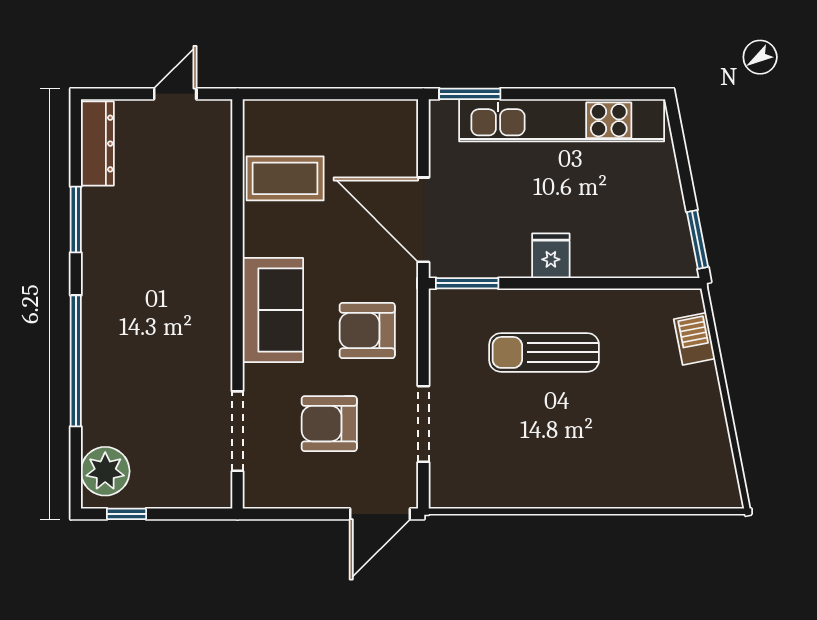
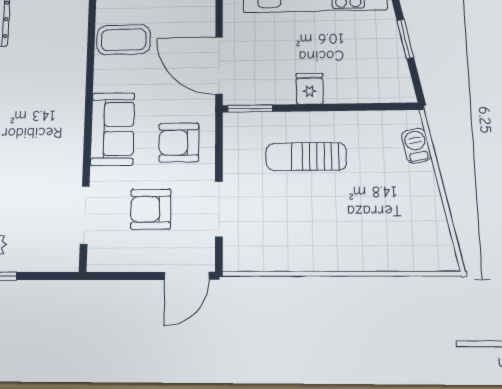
window: (697, 240) -> (405, 39), moved

